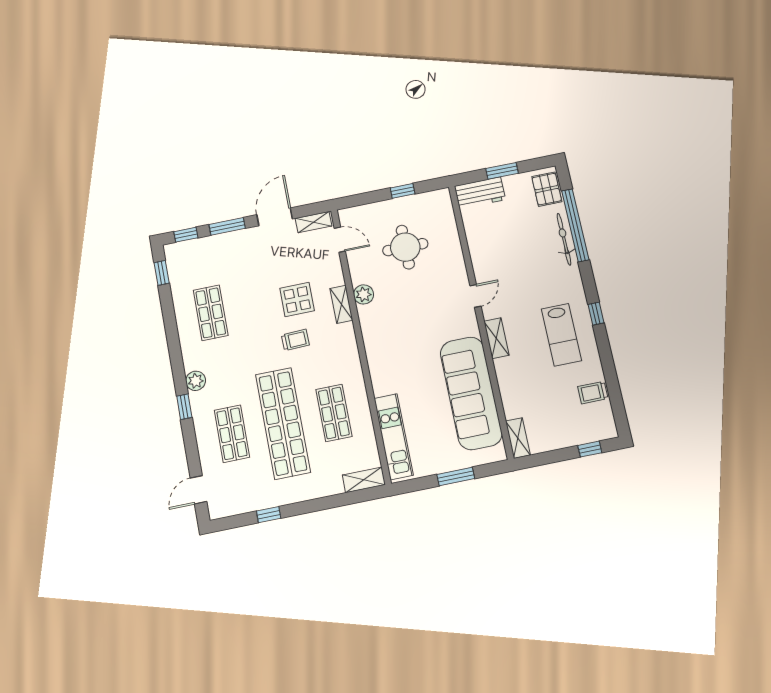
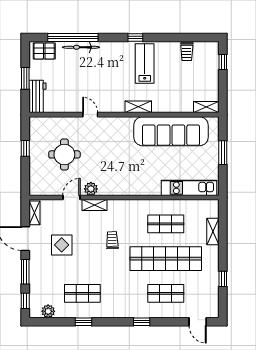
door: (340, 240) -> (71, 197), moved
window: (162, 273) -> (83, 322), moved
door: (475, 296) -> (90, 115), moved
display table: (297, 299) -> (62, 245), moved
lab bench: (561, 335) -> (145, 63), turned -90
plant: (196, 381) -> (48, 311), moved
shelving: (364, 480) -> (213, 232), moved

